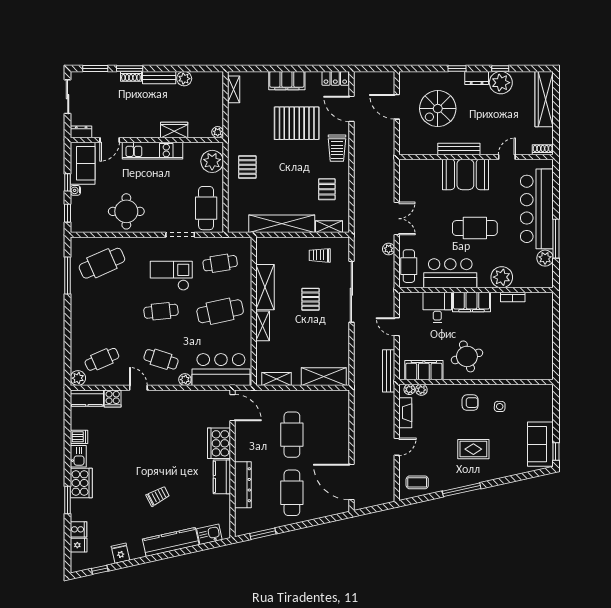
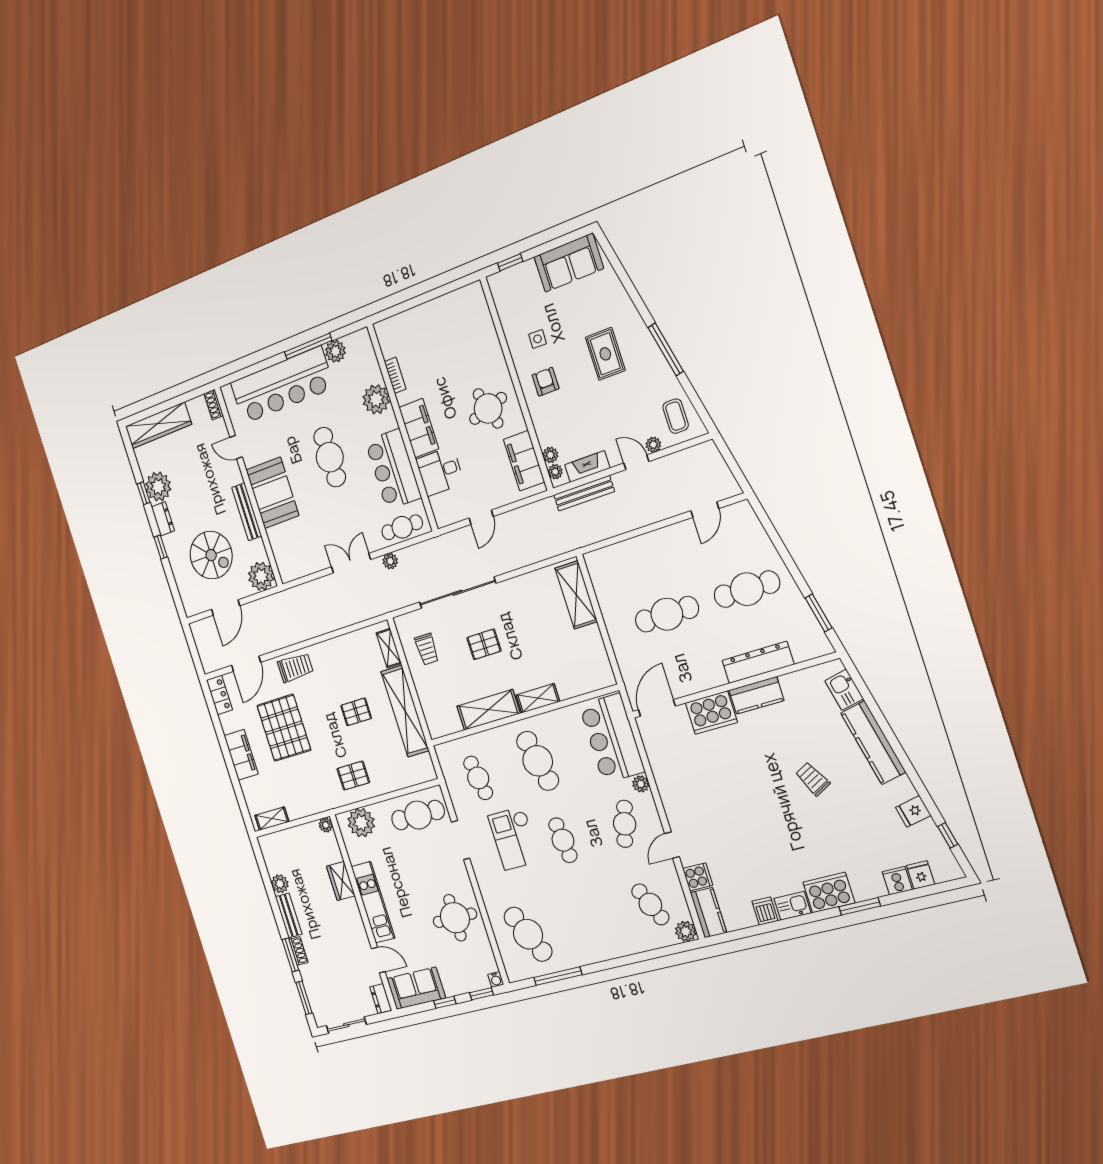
plant: (410, 144) -> (261, 576), added
pallet: (327, 189) -> (356, 712), moved
water cooler: (75, 190) -> (496, 980), moved
bench: (389, 371) -> (584, 493), moved
shelving: (277, 379) -> (600, 658), removed
window: (556, 452) -> (510, 262), moved
plant: (404, 462) -> (653, 445), added
door: (351, 482) -> (705, 510), width x0.53

